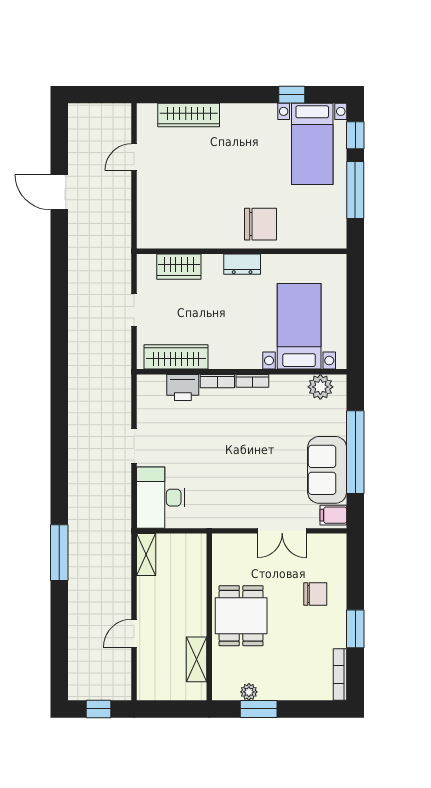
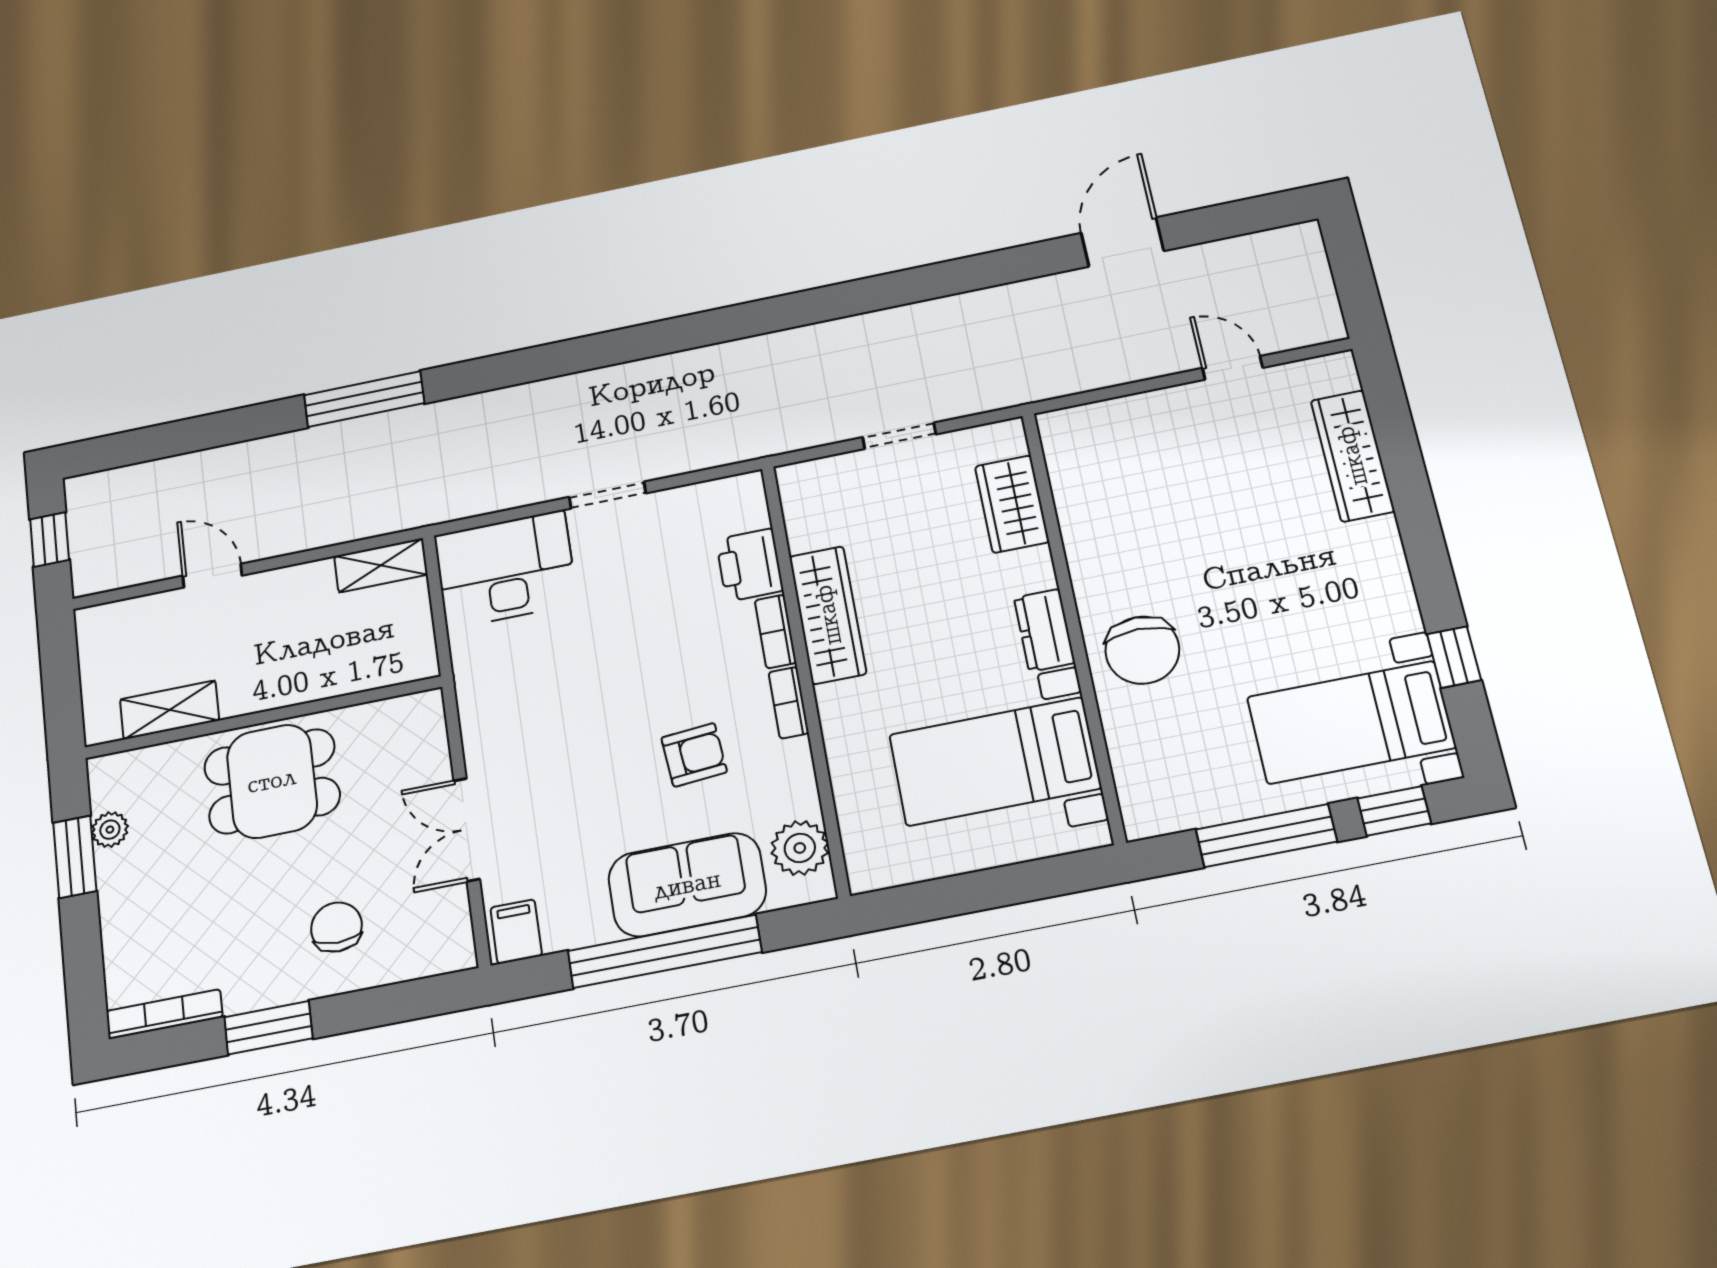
bed with nightstands: (299, 326) -> (995, 761), moved, turned 180
wardrobe: (176, 357) -> (828, 615), moved
armchair: (268, 426) -> (694, 755), added
sofa: (327, 470) -> (687, 885), moved
chair: (315, 594) -> (336, 927), turned 180

